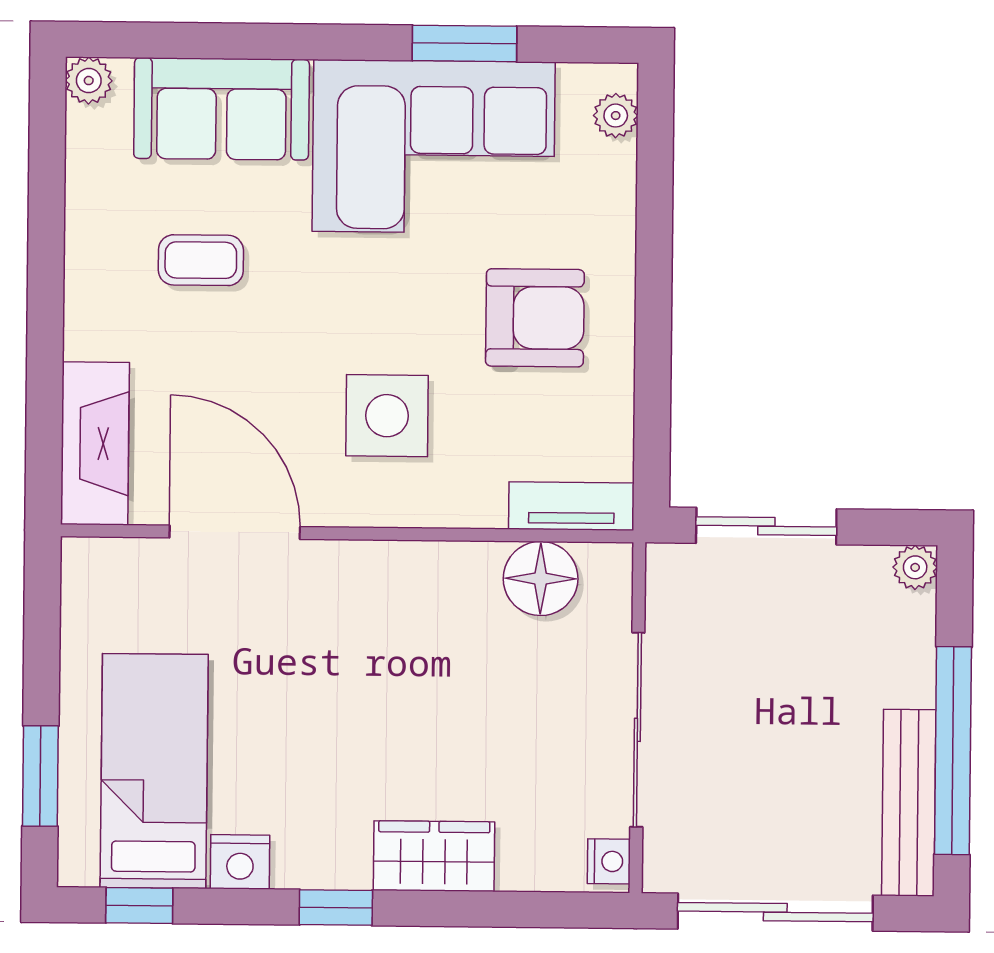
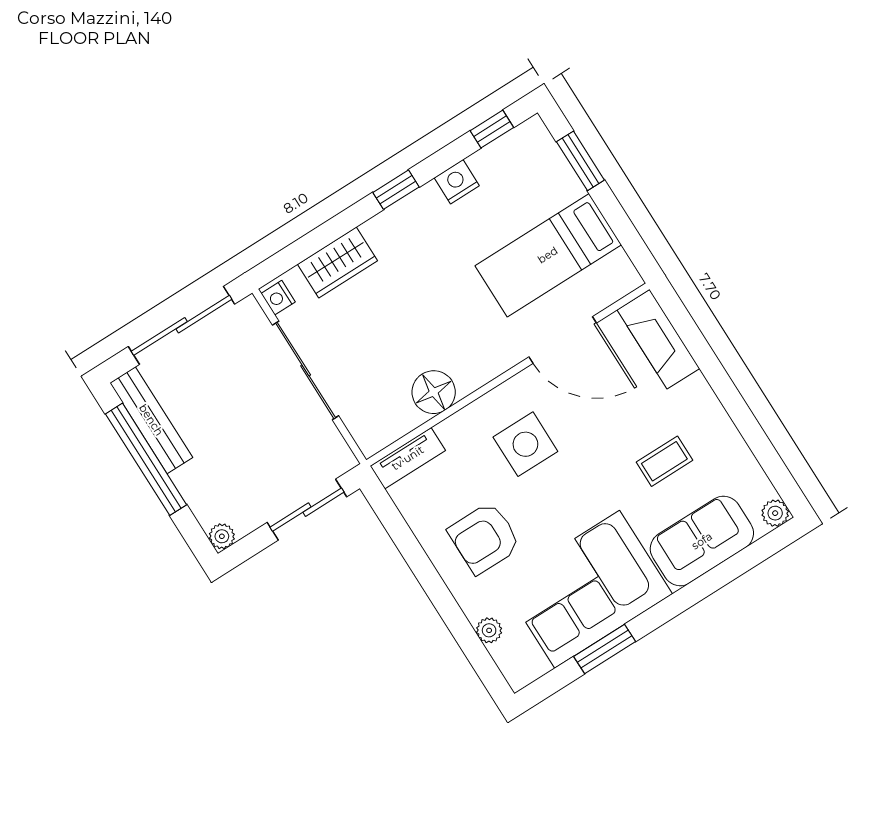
plant: (616, 116) -> (489, 630), moved
floor lamp: (541, 579) -> (434, 392), moved
bed: (154, 771) -> (548, 255), moved, turned 90
wardrobe: (434, 856) -> (338, 263), moved

